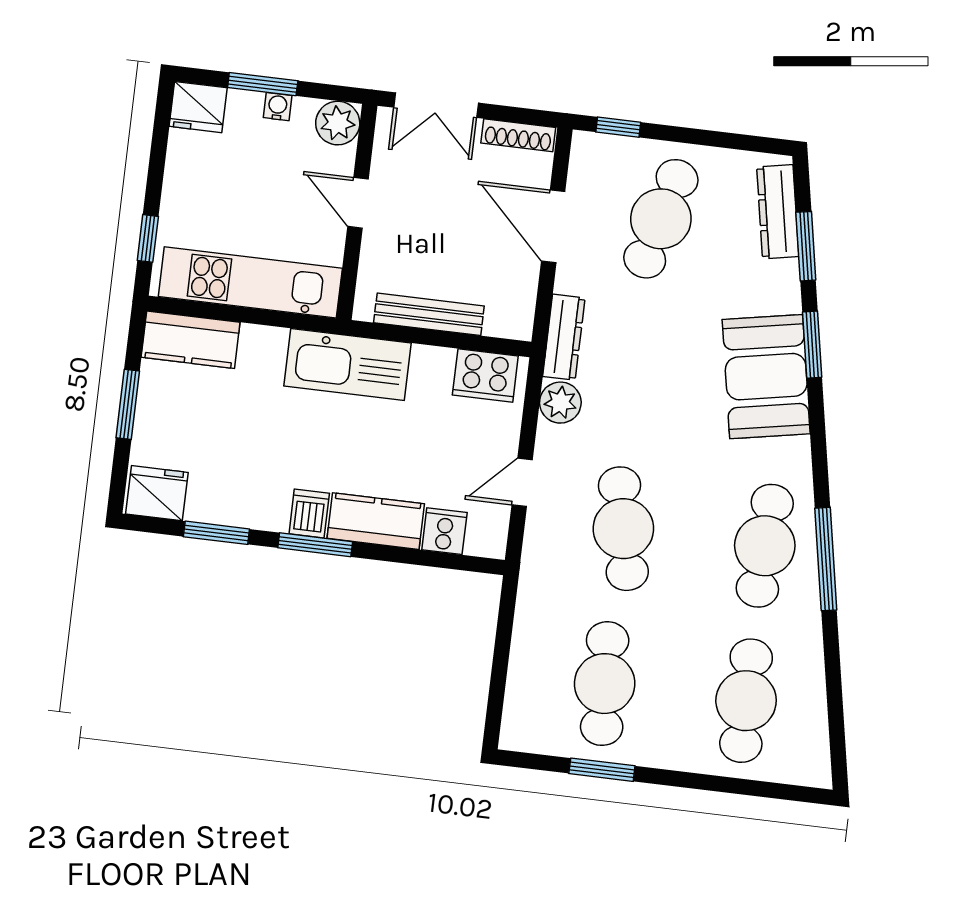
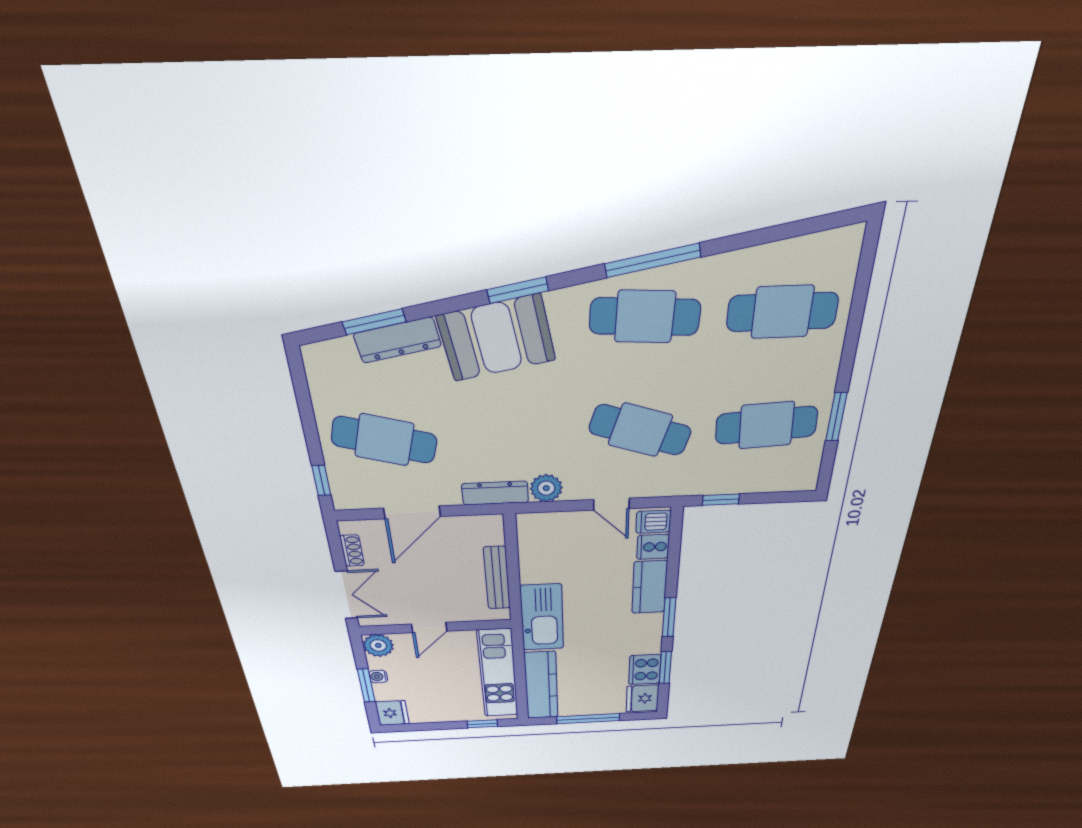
shoe rack: (518, 135) -> (352, 551), width x0.70
dresser: (778, 212) -> (397, 340), moved
kitchen counter: (191, 340) -> (541, 686), width x1.50
window: (812, 345) -> (518, 290), moved
cooker: (485, 375) -> (645, 670), moved, turned 180
window: (128, 404) -> (588, 719), width x1.44
dishwasher: (309, 513) -> (653, 522), moved
cafe table: (623, 529) -> (640, 430), turned 30
window: (505, 625) -> (721, 500), added

